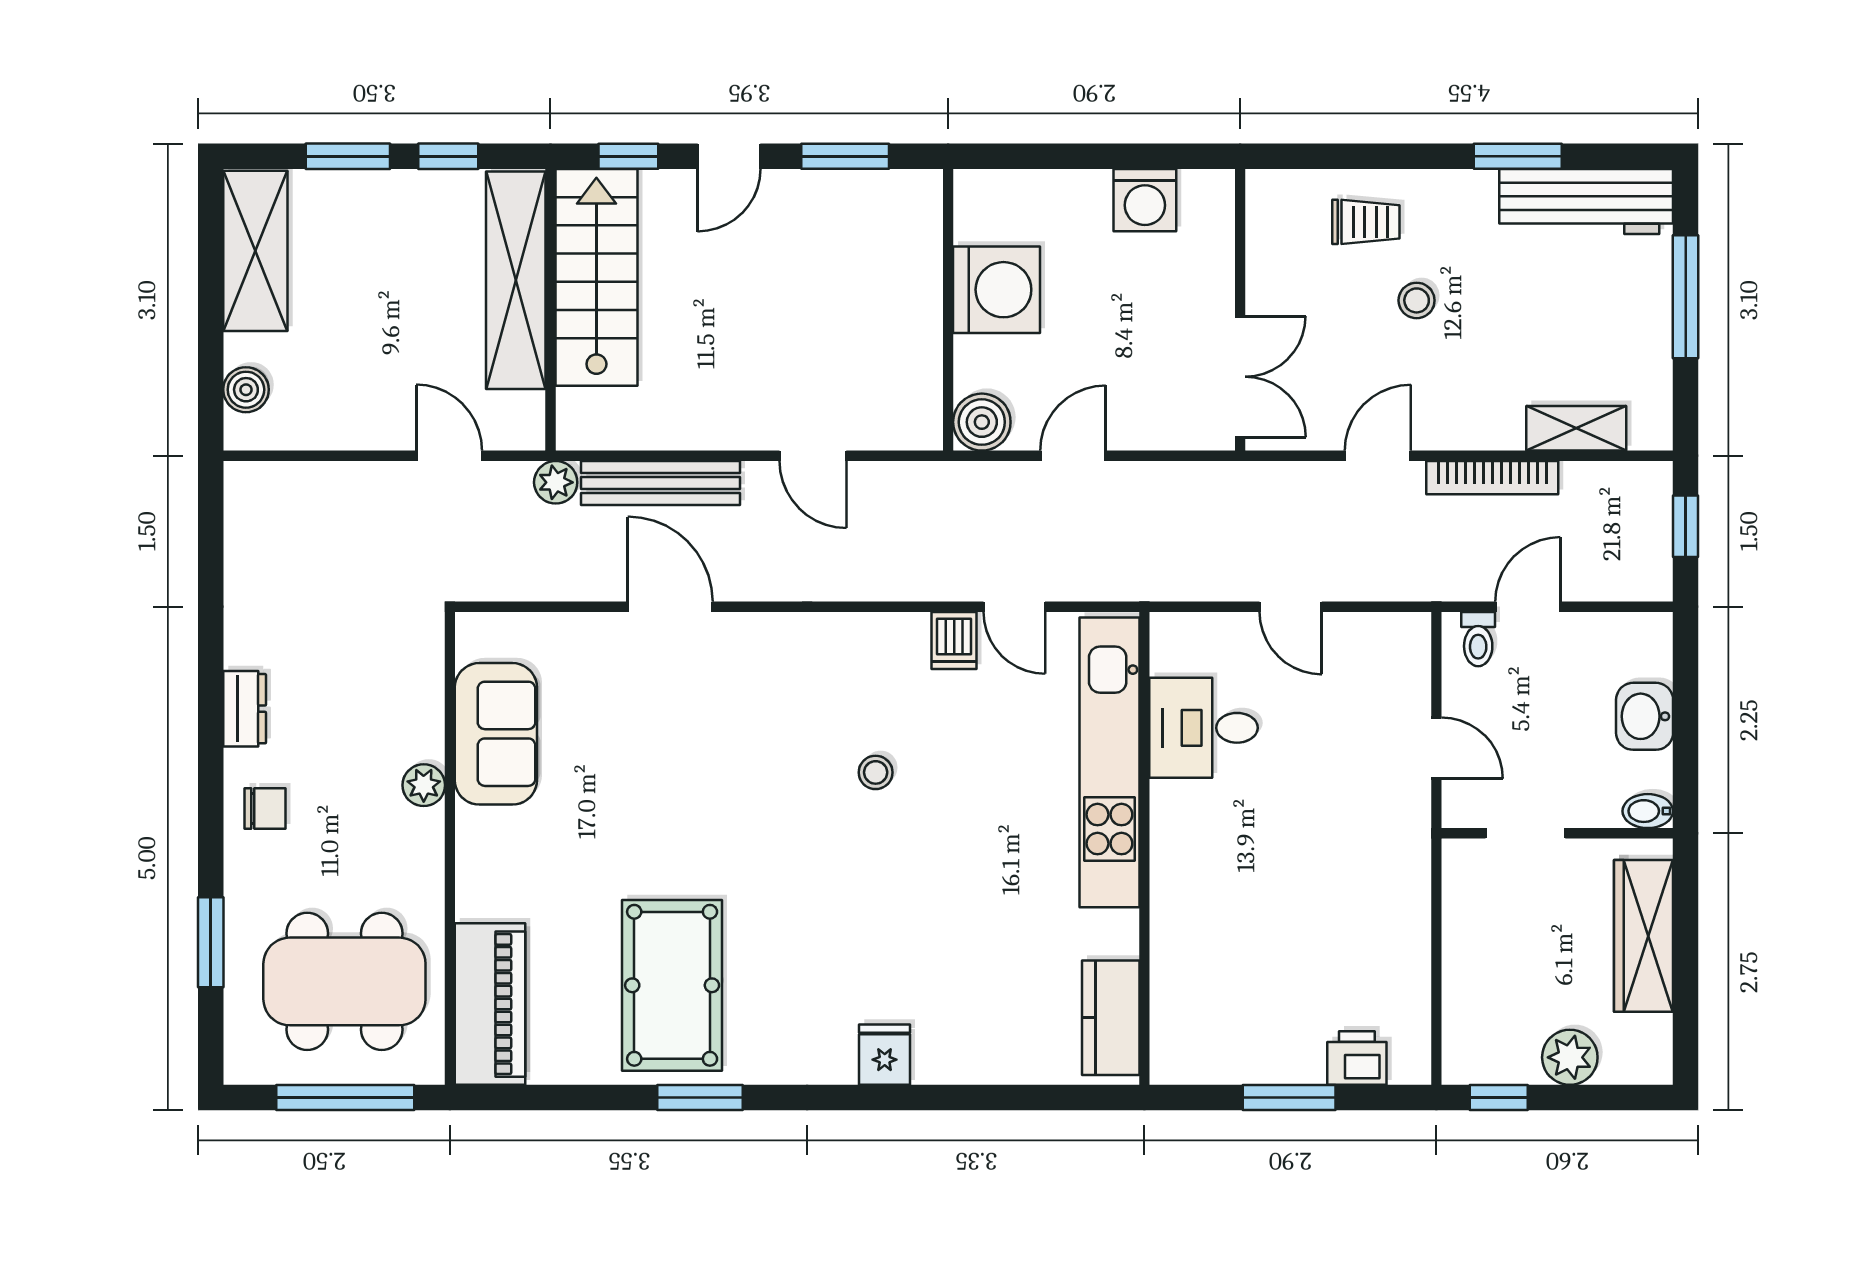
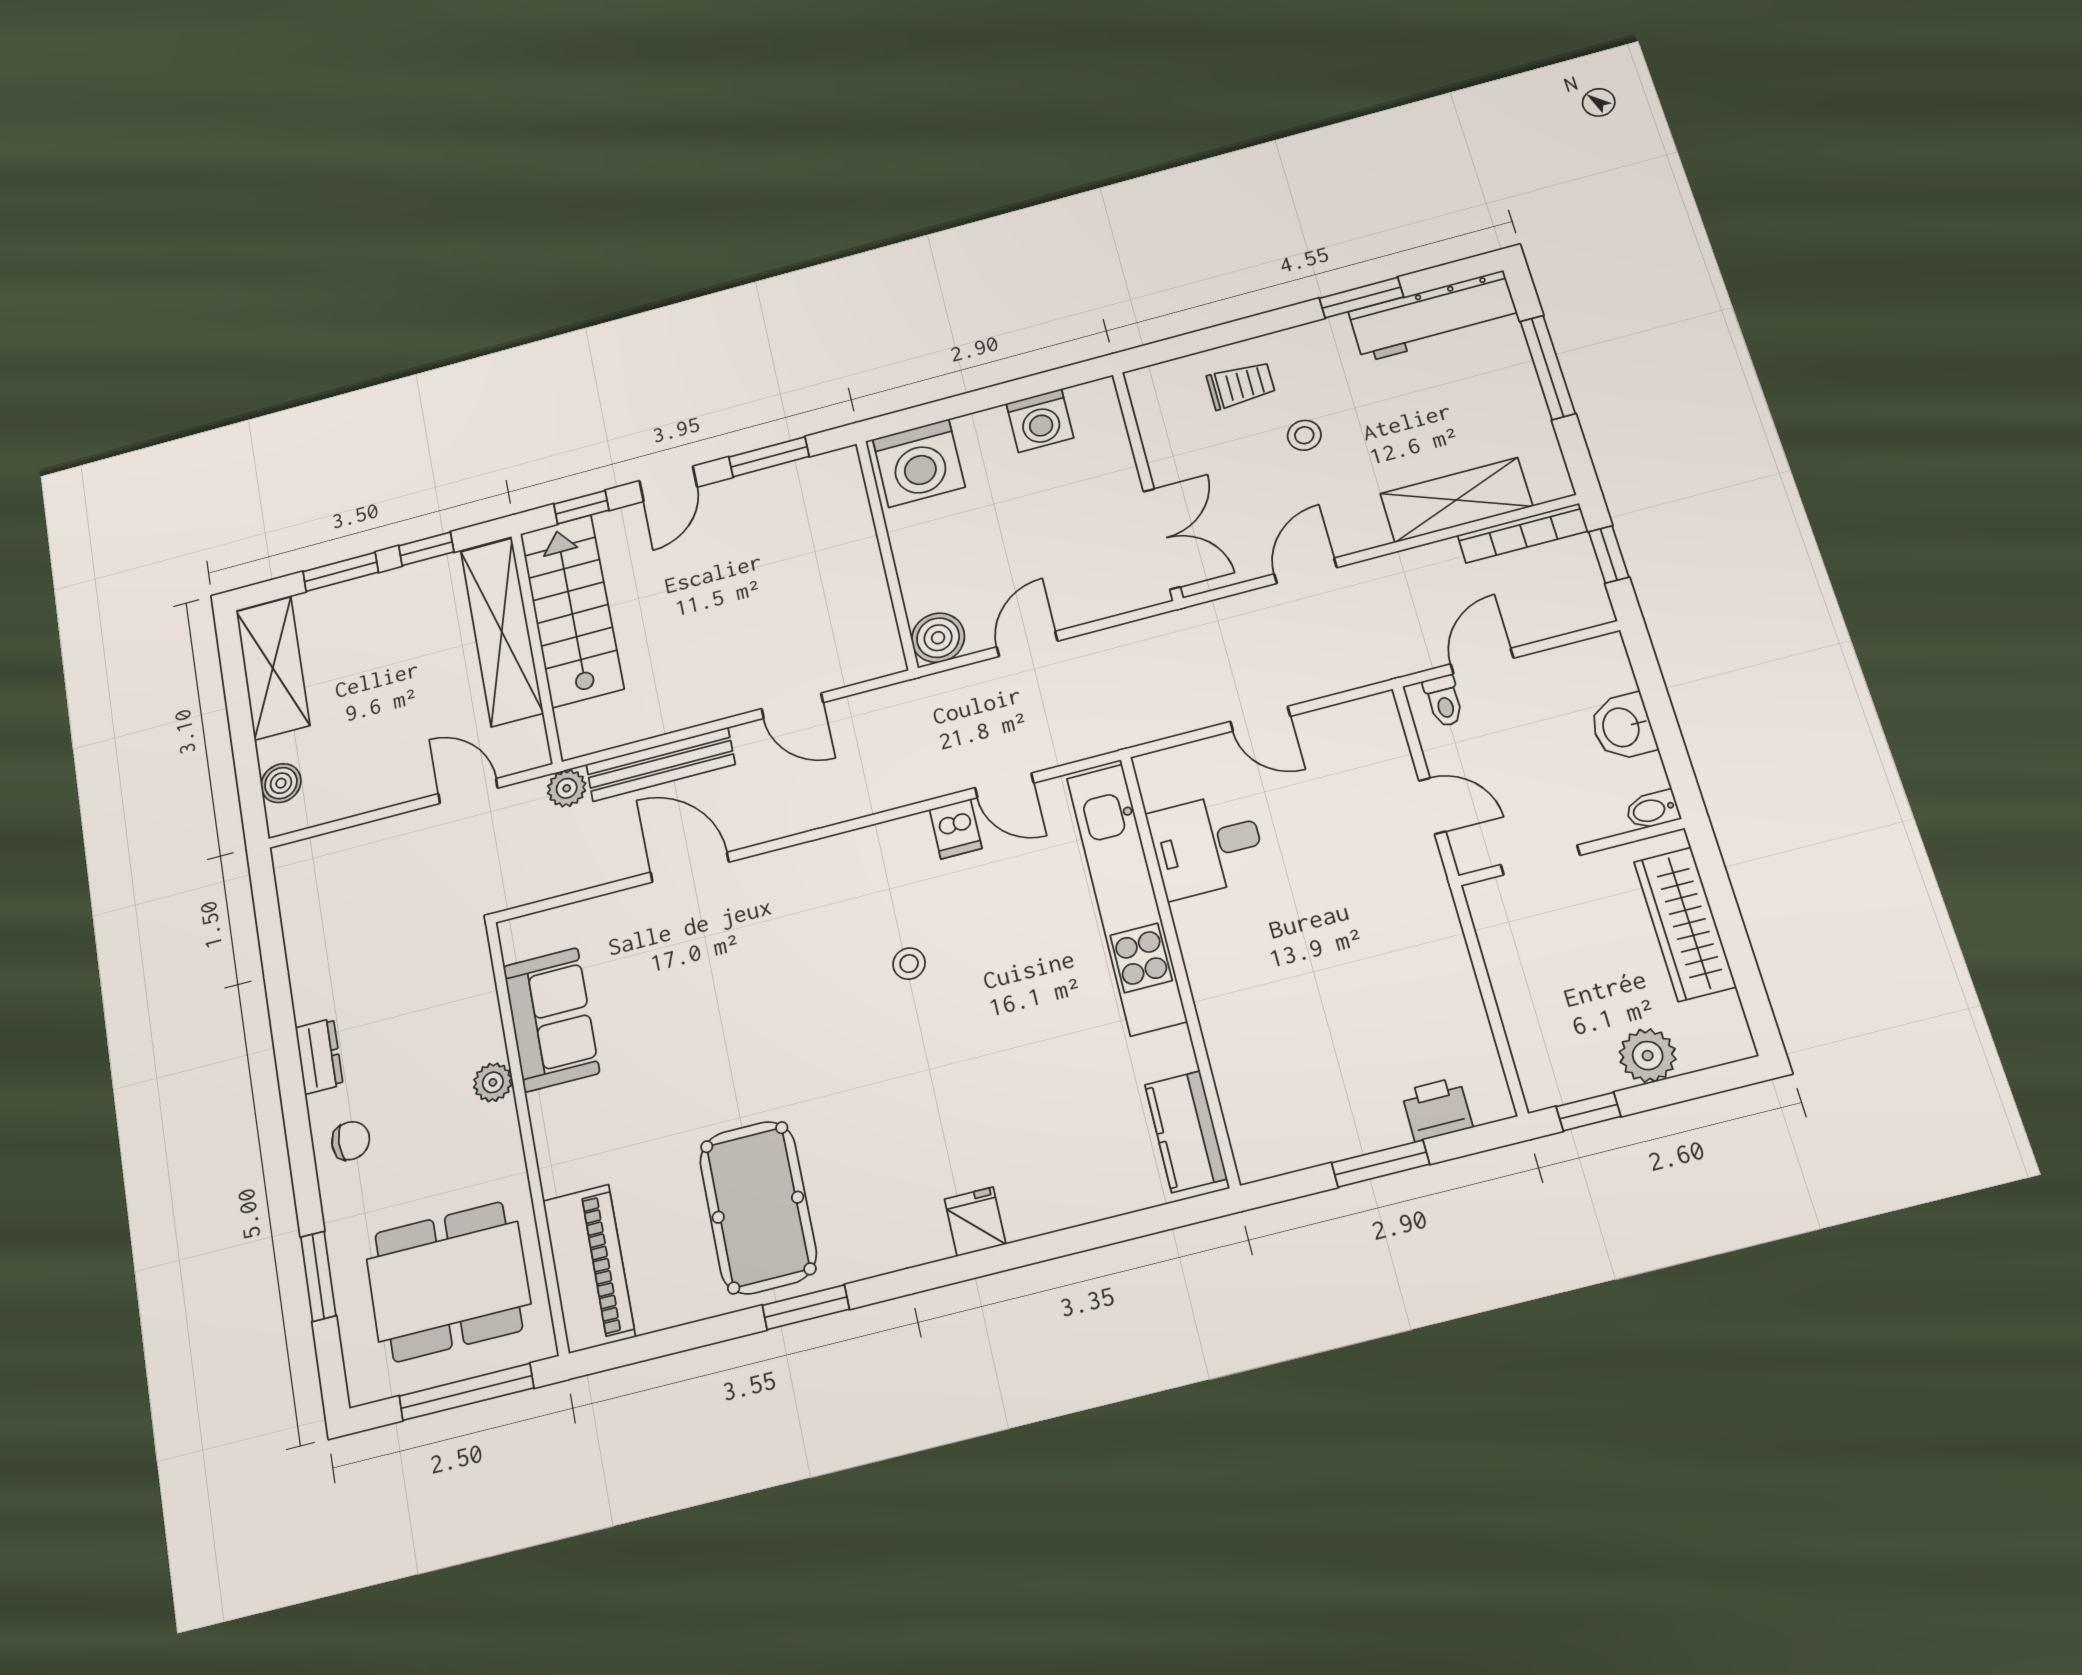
washing machine: (997, 290) -> (919, 463), moved, turned 90
shelving: (1576, 428) -> (1456, 500), width x1.50, depth x1.33
bookcase: (1492, 478) -> (1523, 533), moved

